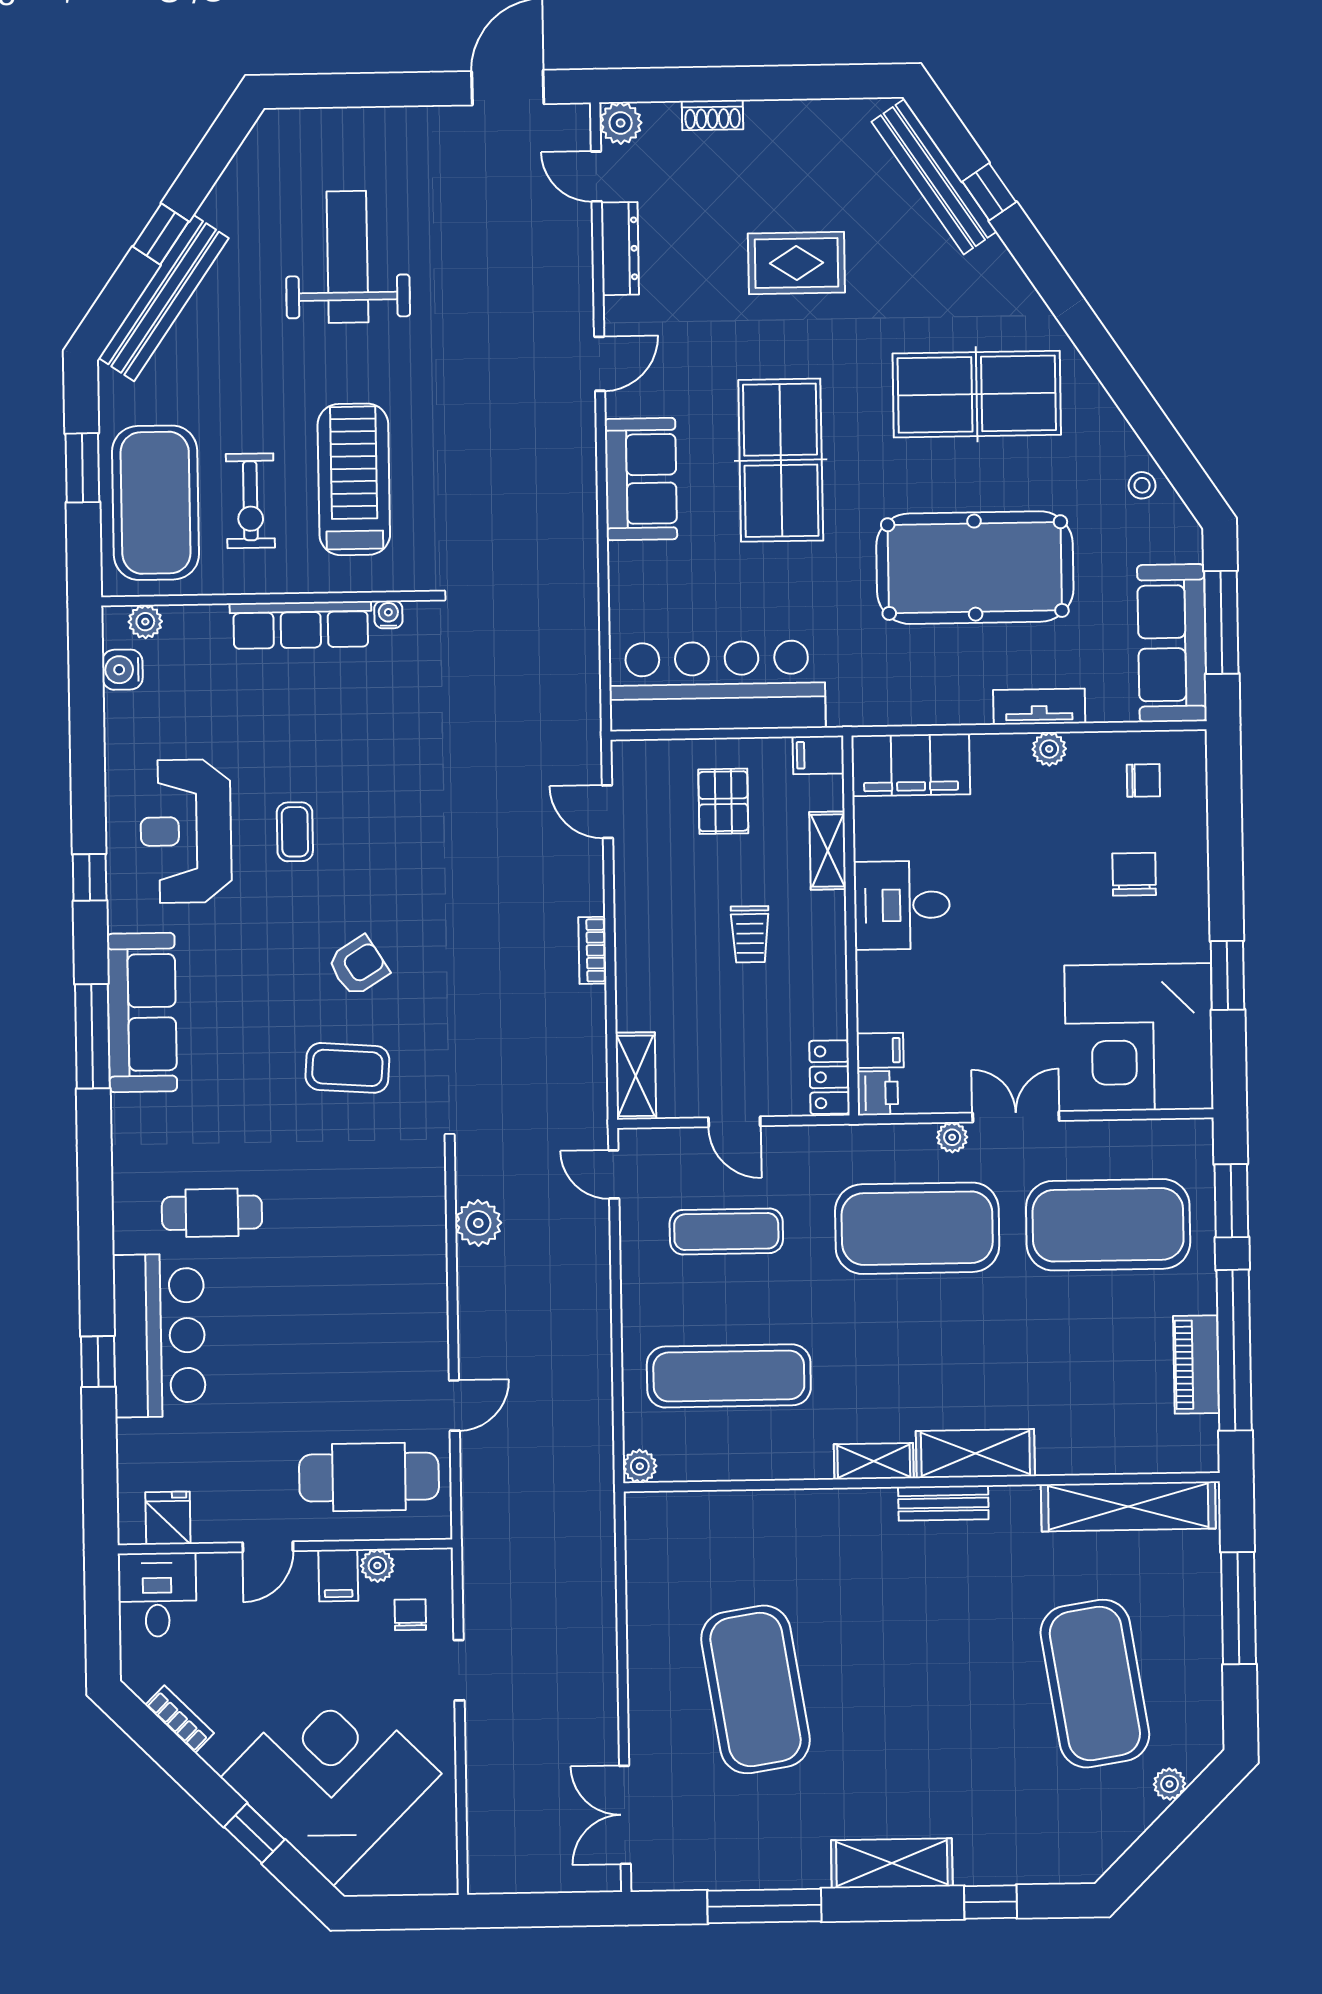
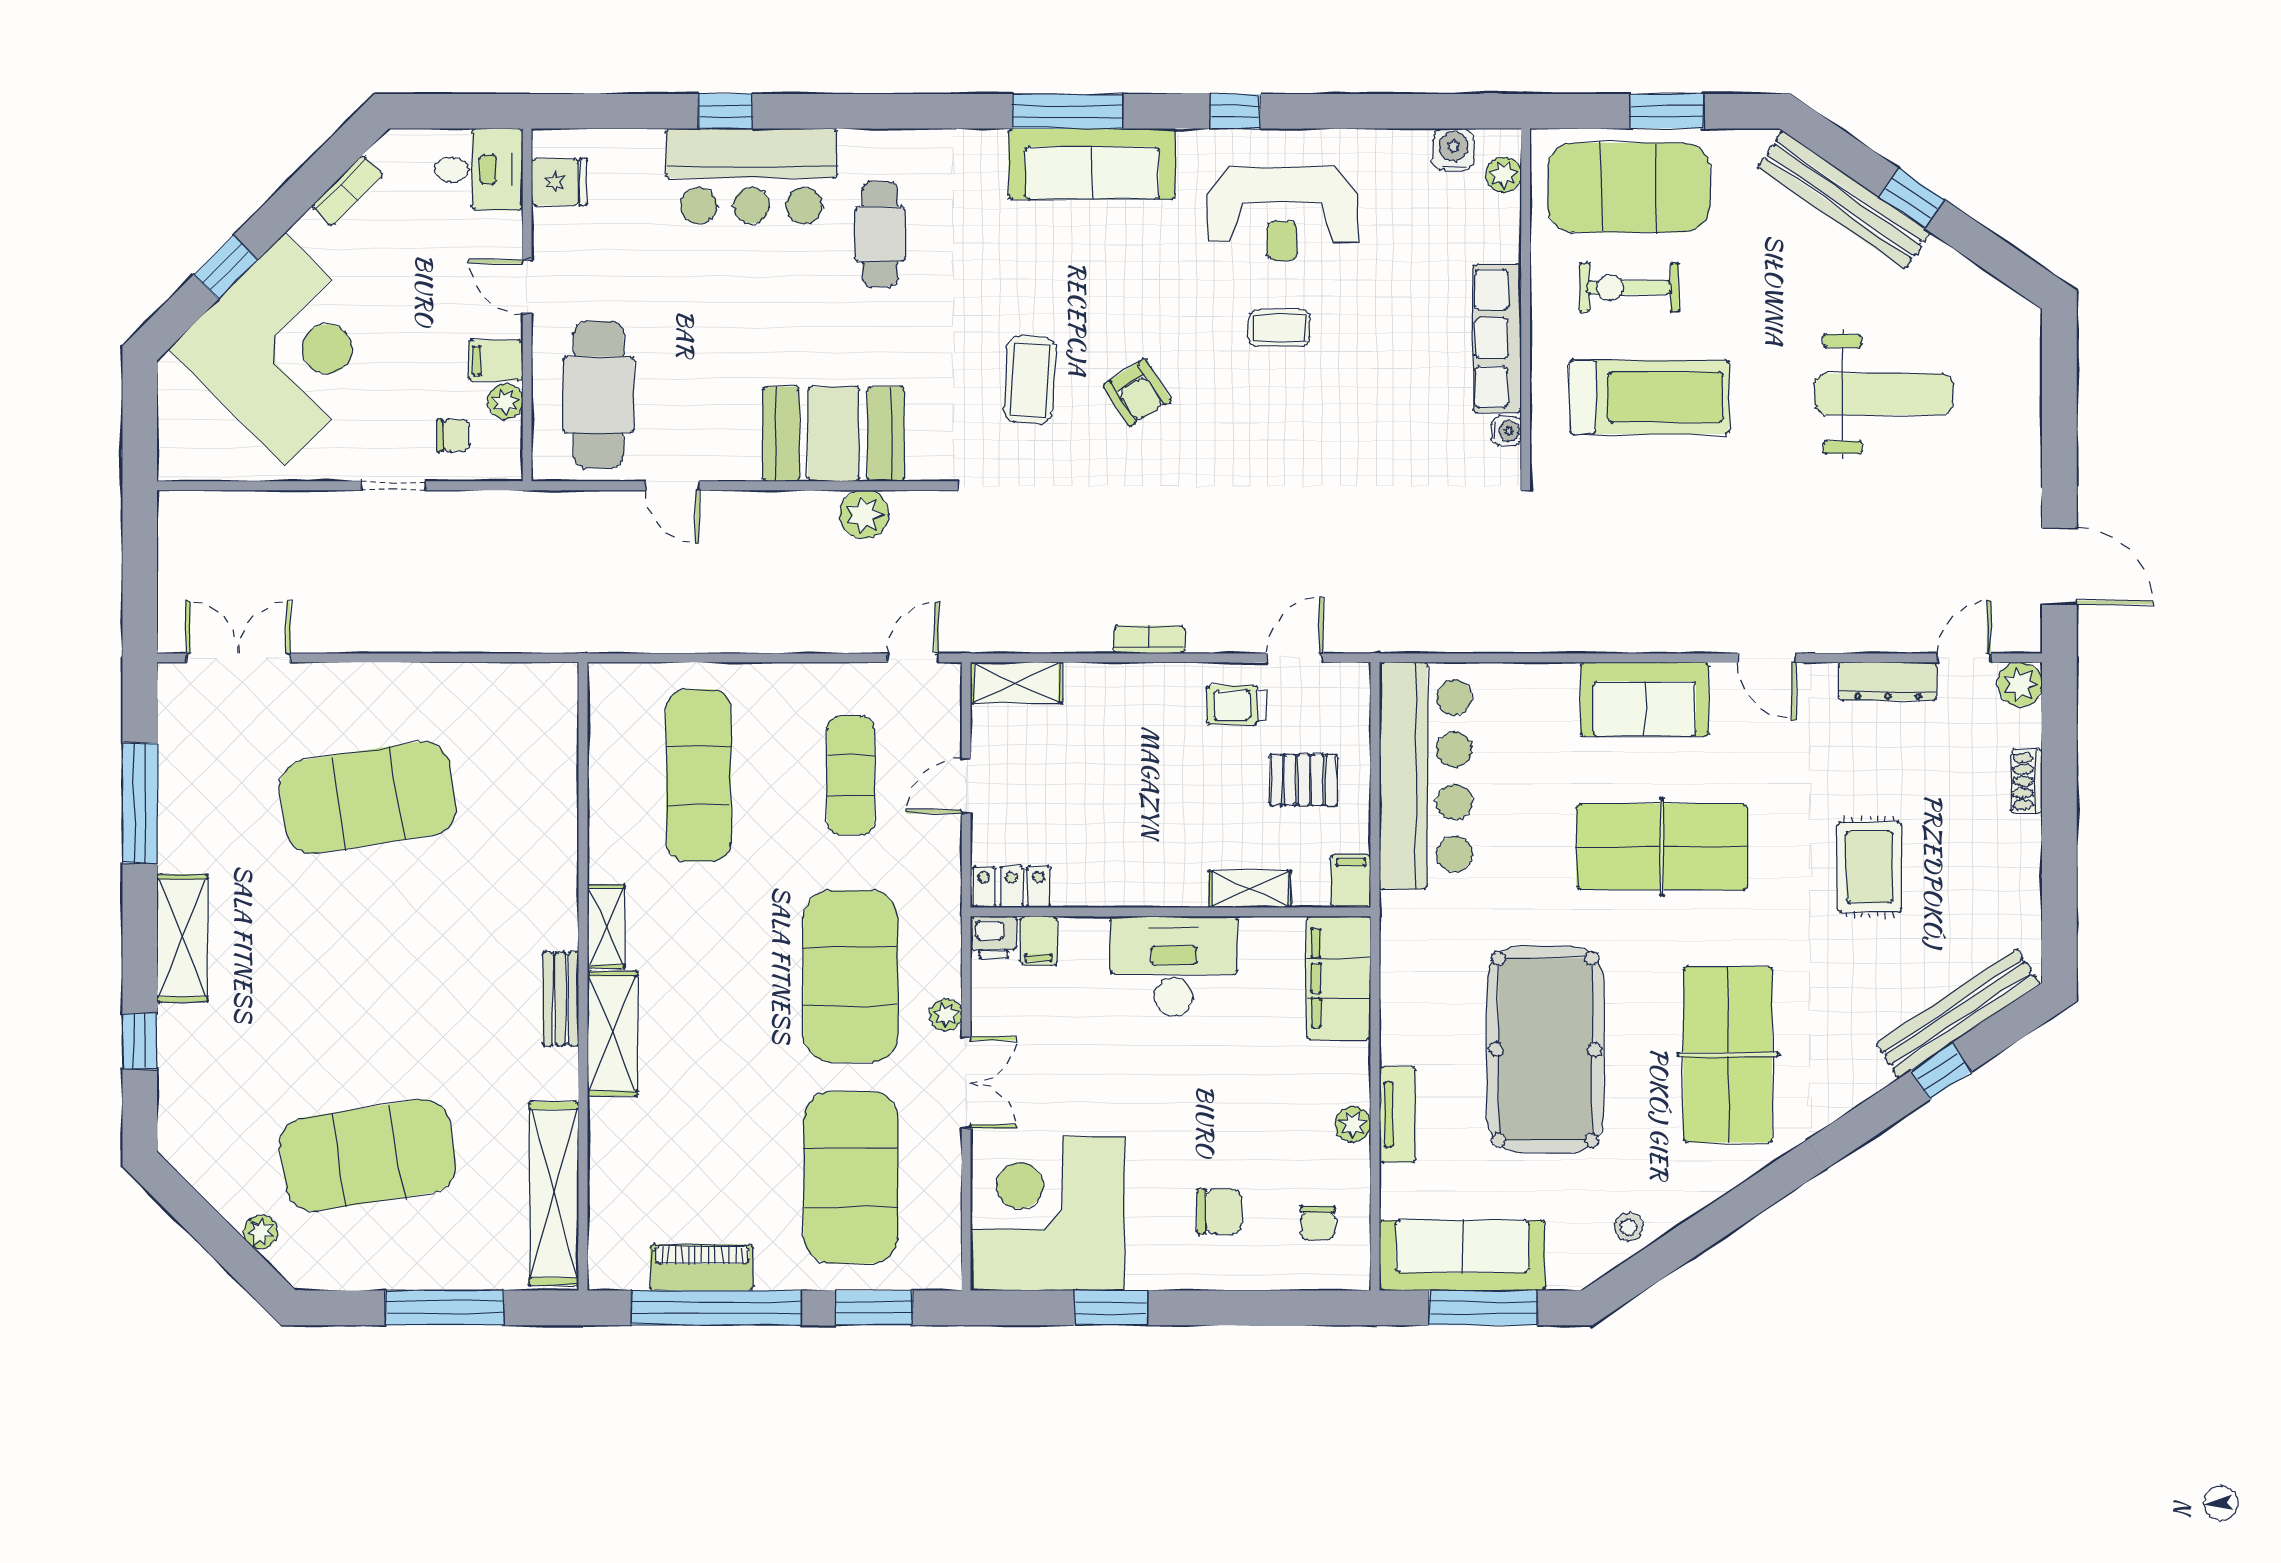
reception desk: (186, 831) -> (1282, 214), turned 180
desk: (902, 905) -> (1174, 966), width x1.37
trolley: (750, 934) -> (1236, 705), moved
booth: (403, 1254) -> (833, 434), added
plant: (640, 1466) -> (605, 680), removed

